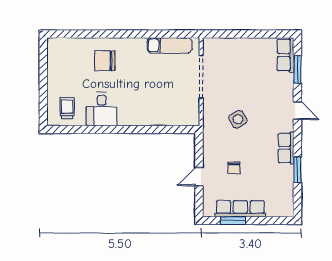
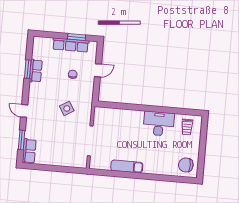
exam couch: (170, 45) -> (127, 166), moved
chair: (105, 61) -> (186, 165), moved, turned 180
desk: (102, 109) -> (159, 124), width x1.37
row of seats: (286, 148) -> (36, 71), moved

